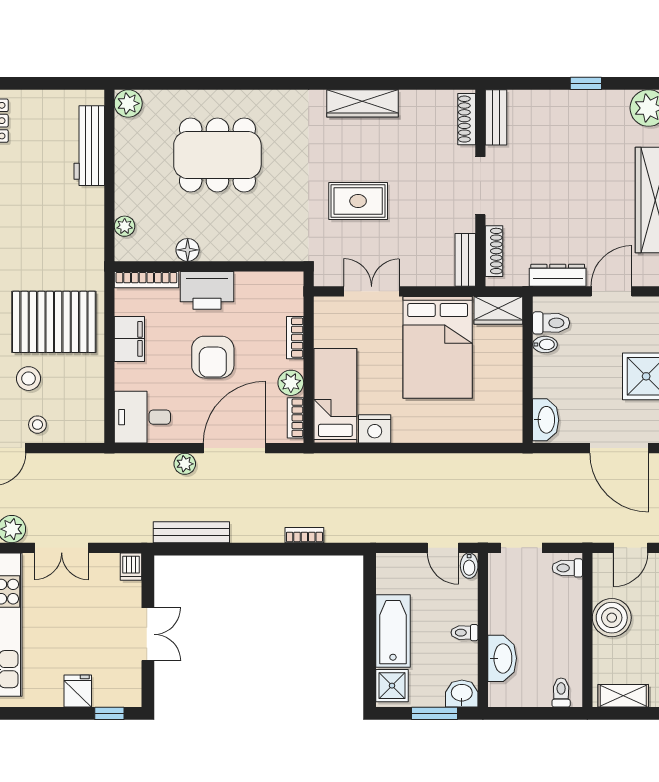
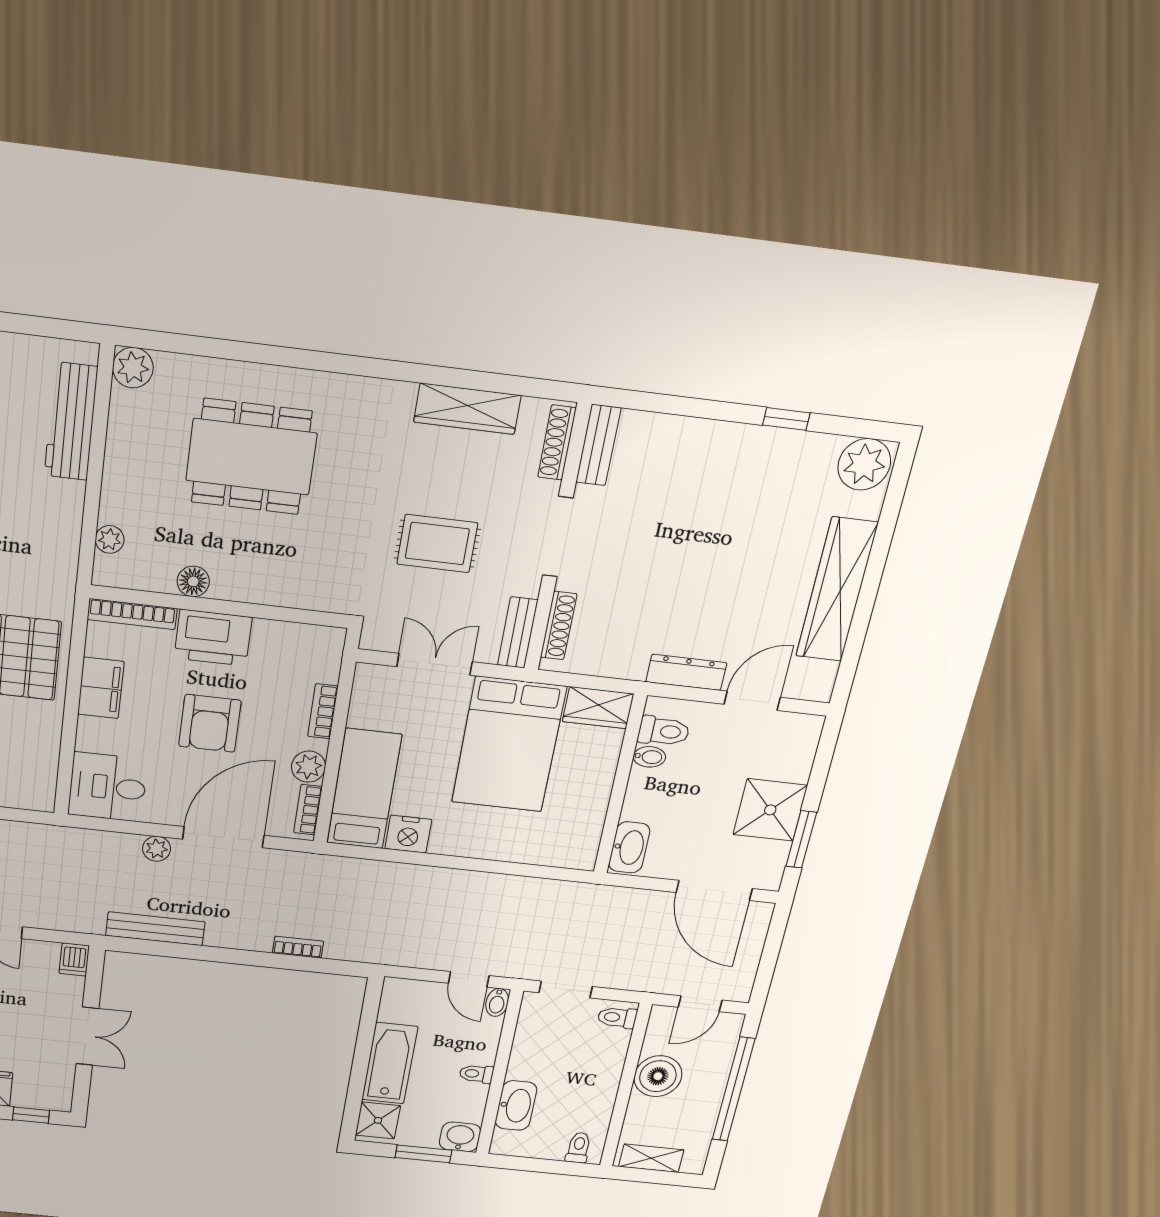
bench: (496, 117) -> (598, 445), moved
shoe rack: (467, 119) -> (557, 443), moved
doorway: (480, 186) -> (558, 537), moved
wall: (480, 188) -> (557, 540), moved
shoe rack: (494, 251) -> (559, 626), moved
bench: (465, 260) -> (518, 633), moved

